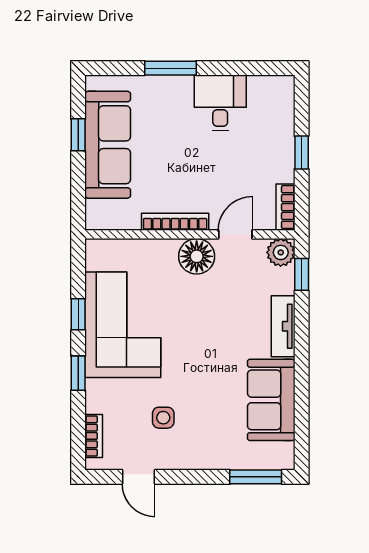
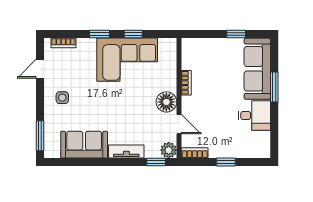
sofa: (108, 145) -> (257, 69), moved, turned 90
bookcase: (175, 222) -> (186, 83), width x0.64
side table: (163, 418) -> (62, 98), moved

